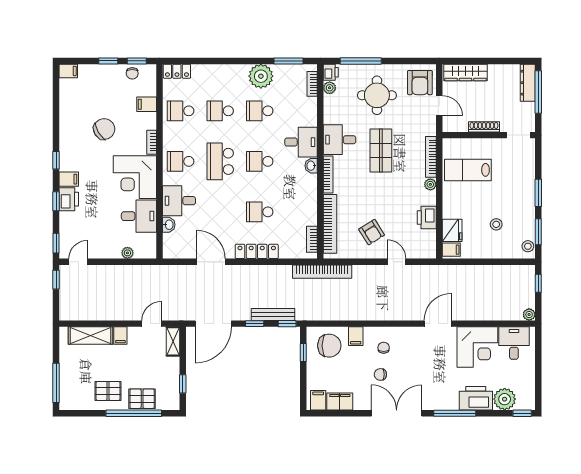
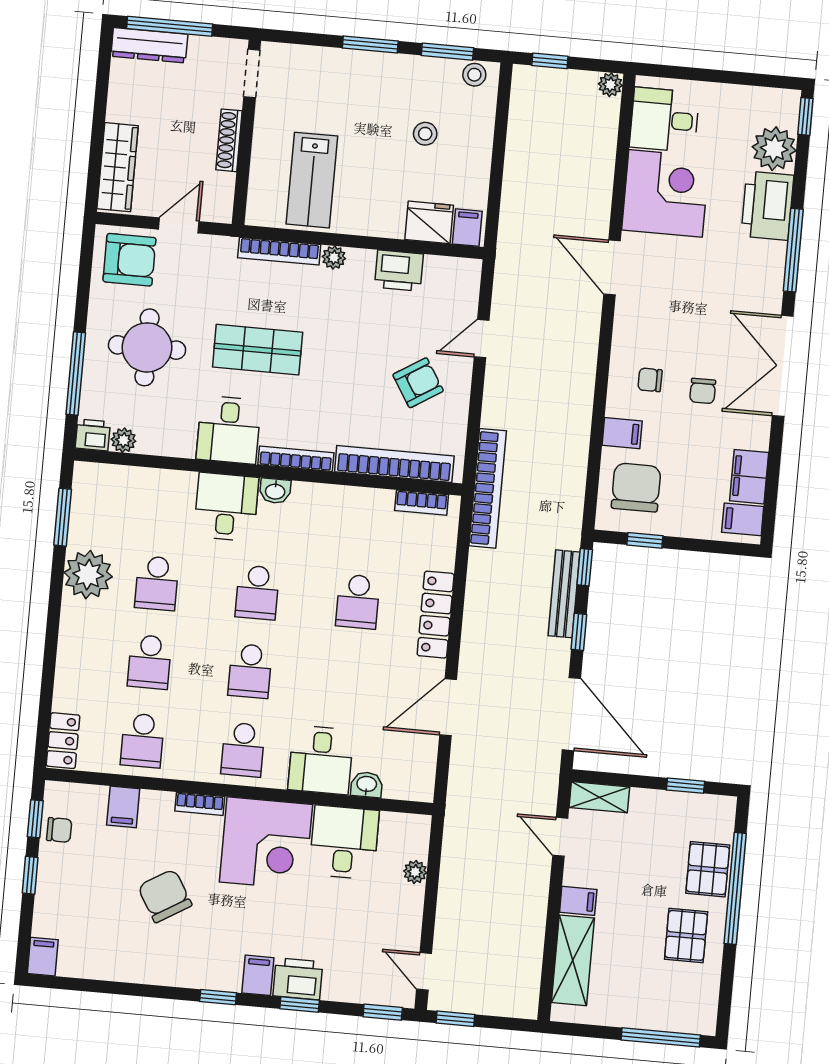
bookcase: (312, 84) -> (113, 474), removed
school desk: (220, 161) -> (250, 671), width x0.54

